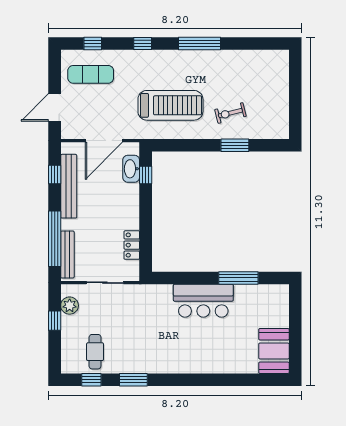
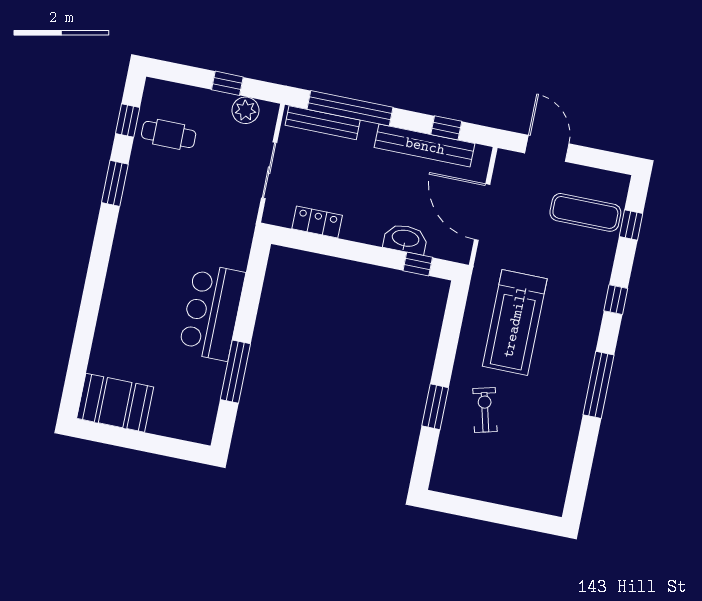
exercise mat: (91, 74) -> (585, 212), turned 90
washbasin: (131, 169) -> (405, 239), moved

